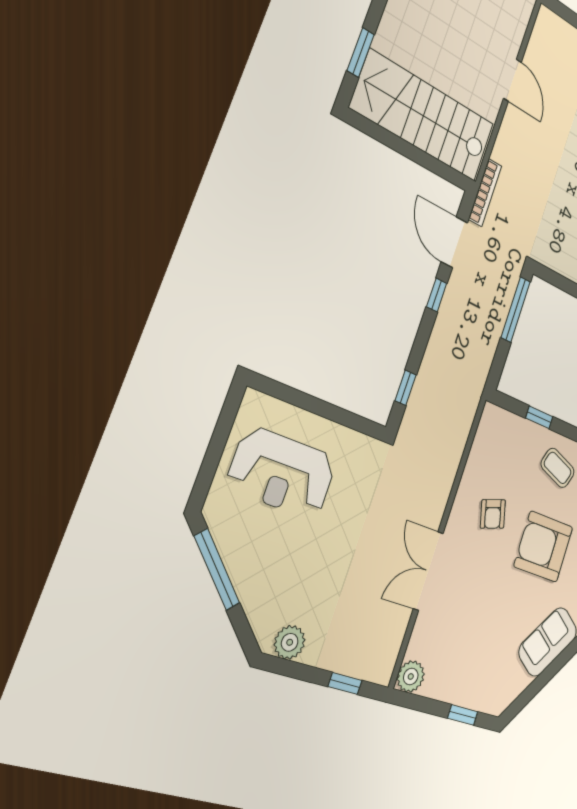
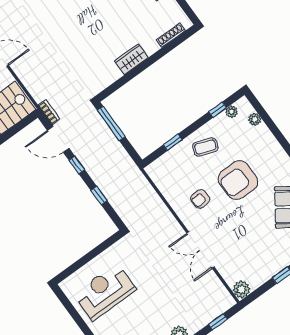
bookcase: (485, 193) -> (49, 112), width x0.64
window: (405, 388) -> (99, 196), moved
reception desk: (282, 473) -> (105, 292), turned 180
armchair: (493, 514) -> (200, 199), turned 102

